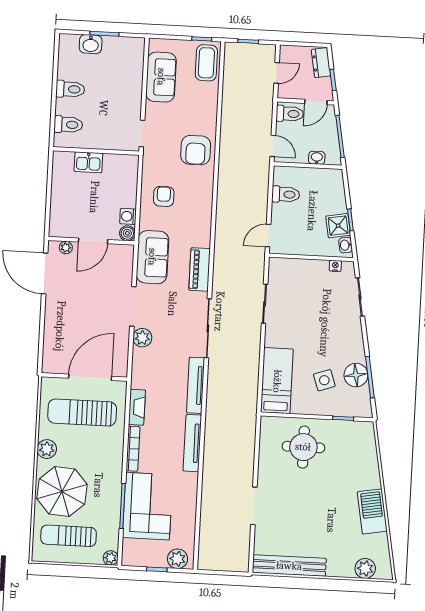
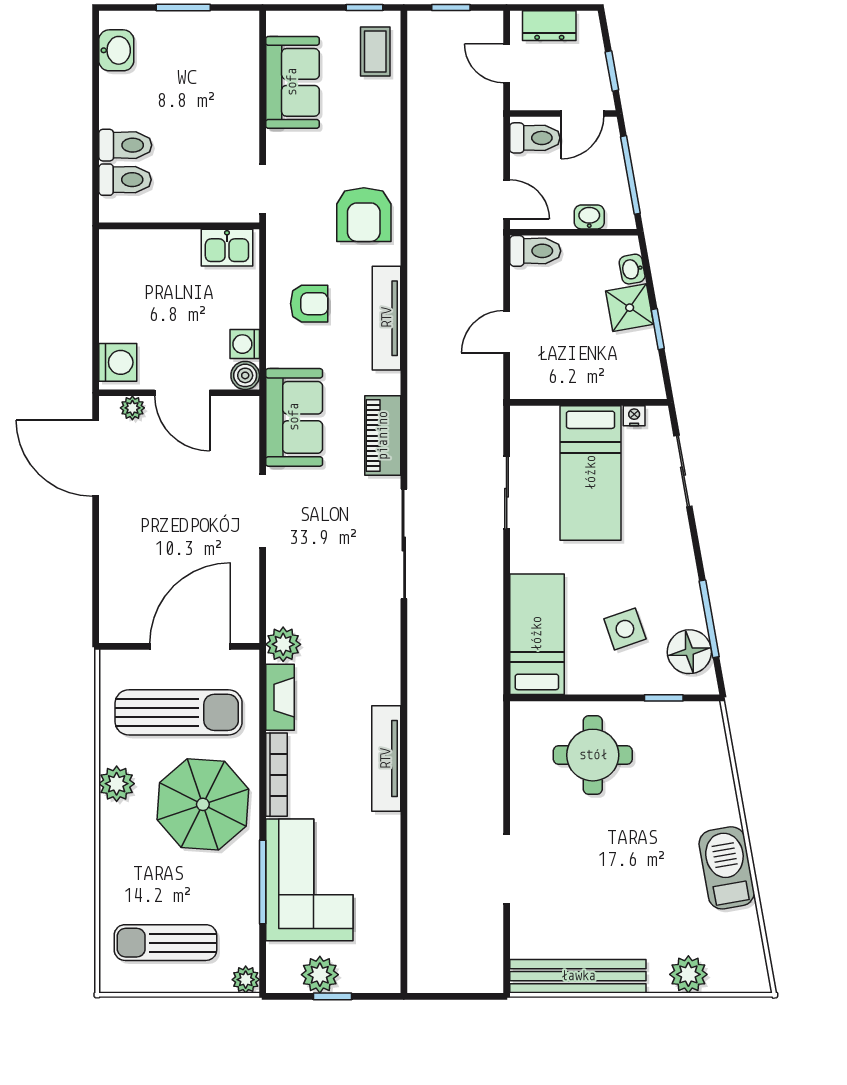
washbasin: (91, 44) -> (116, 50), moved, turned -90
coffee table: (206, 63) -> (375, 52), width x0.73, depth x0.77
dresser: (321, 63) -> (549, 26), moved, turned -80
door: (277, 73) -> (507, 63), swing flipped
toilet: (70, 89) -> (125, 145), moved
kitchen sink: (88, 162) -> (227, 248), moved
toilet: (286, 194) -> (535, 251), moved
armchair: (164, 196) -> (309, 304), turned 90
washing machine: (59, 223) -> (118, 362), added
shower: (338, 226) -> (630, 308), moved
door: (268, 236) -> (507, 332), moved
door: (93, 241) -> (182, 393), hinge flipped
washbasin: (346, 245) -> (632, 269), moved
bed: (310, 295) -> (591, 473), added
plant: (142, 338) -> (283, 644), moved
floor lamp: (356, 375) -> (689, 652), moved
tv unit: (196, 385) -> (387, 318), moved
sun lounger: (82, 412) -> (179, 712), turned 180
parasol: (62, 491) -> (203, 804), moved
plant: (178, 559) -> (320, 975), moved
plant: (365, 568) -> (688, 974), moved

